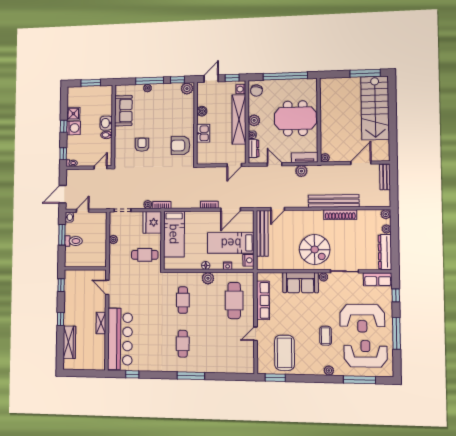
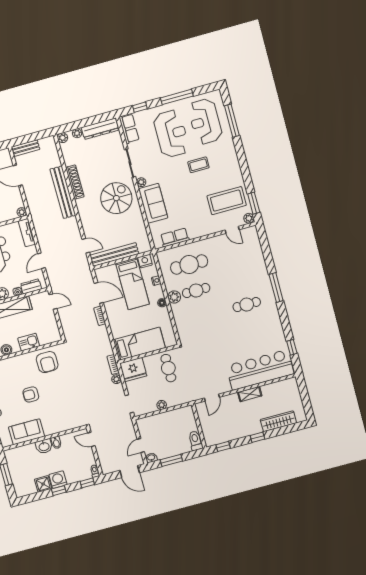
armchair: (142, 145) -> (31, 394), moved
plant: (301, 171) -> (41, 232), removed
door: (83, 211) -> (141, 446), hinge flipped
toilet: (74, 241) -> (195, 441), moved
cafe table: (183, 300) -> (196, 291), moved
row of seats: (263, 300) -> (175, 237), width x0.68
door: (256, 334) -> (232, 230), moved
plant: (329, 370) -> (249, 218), moved

